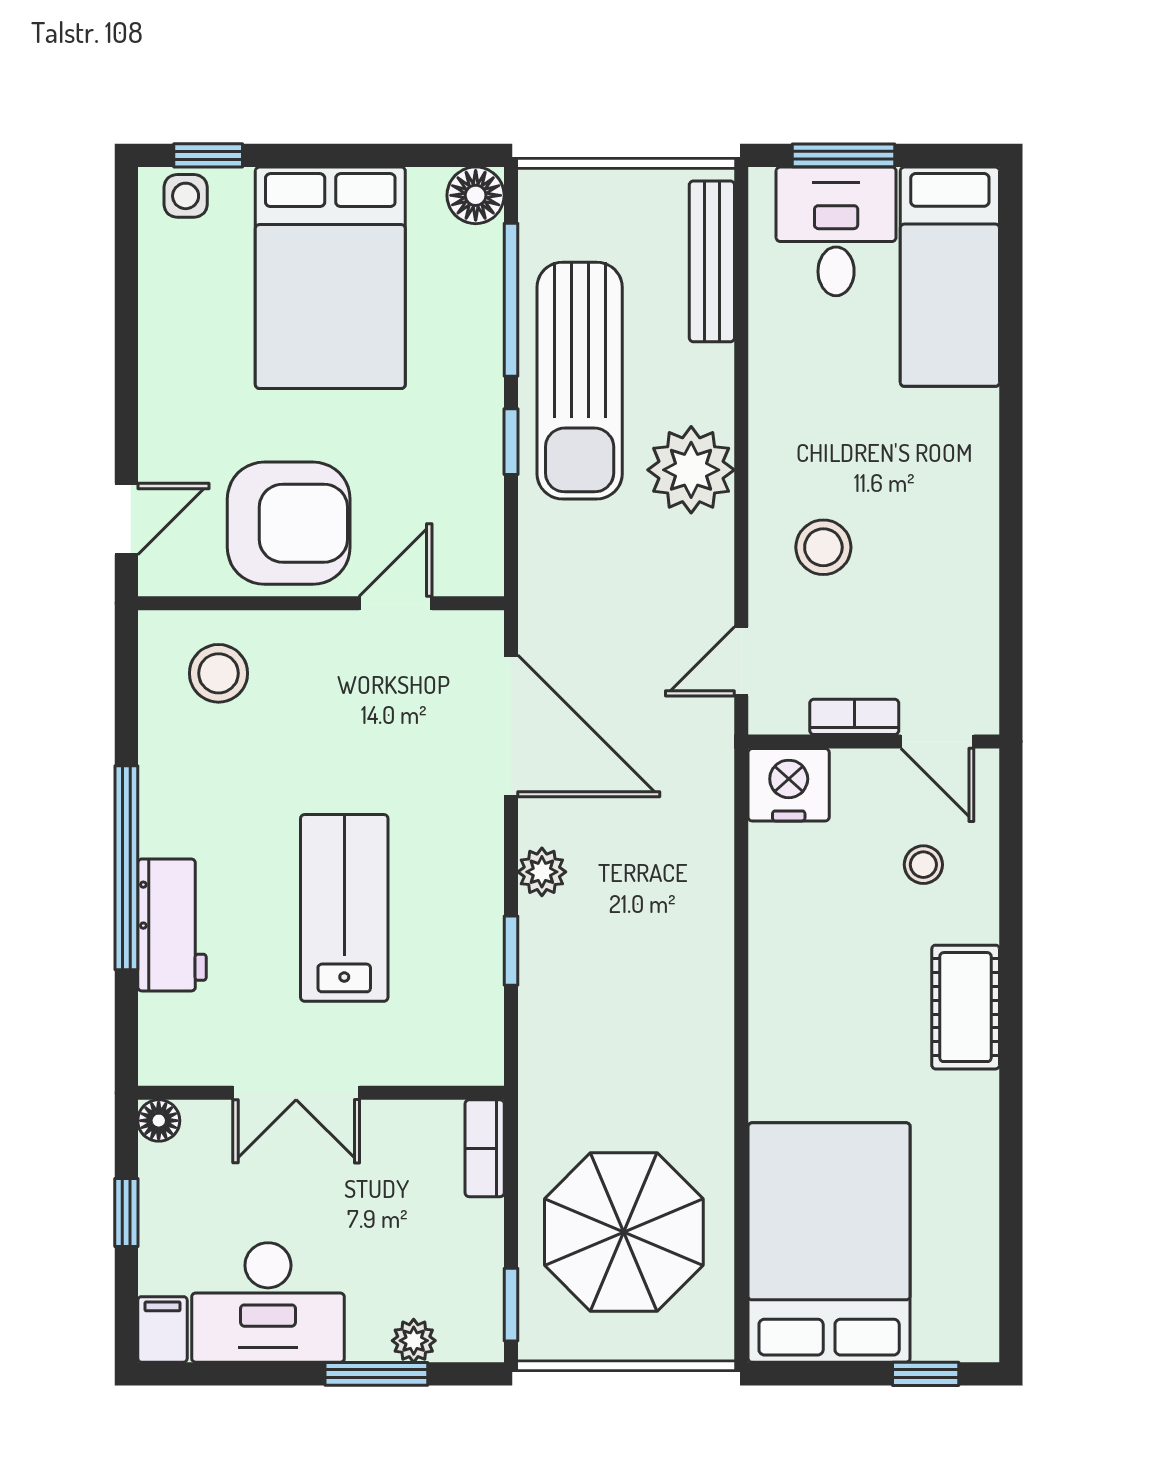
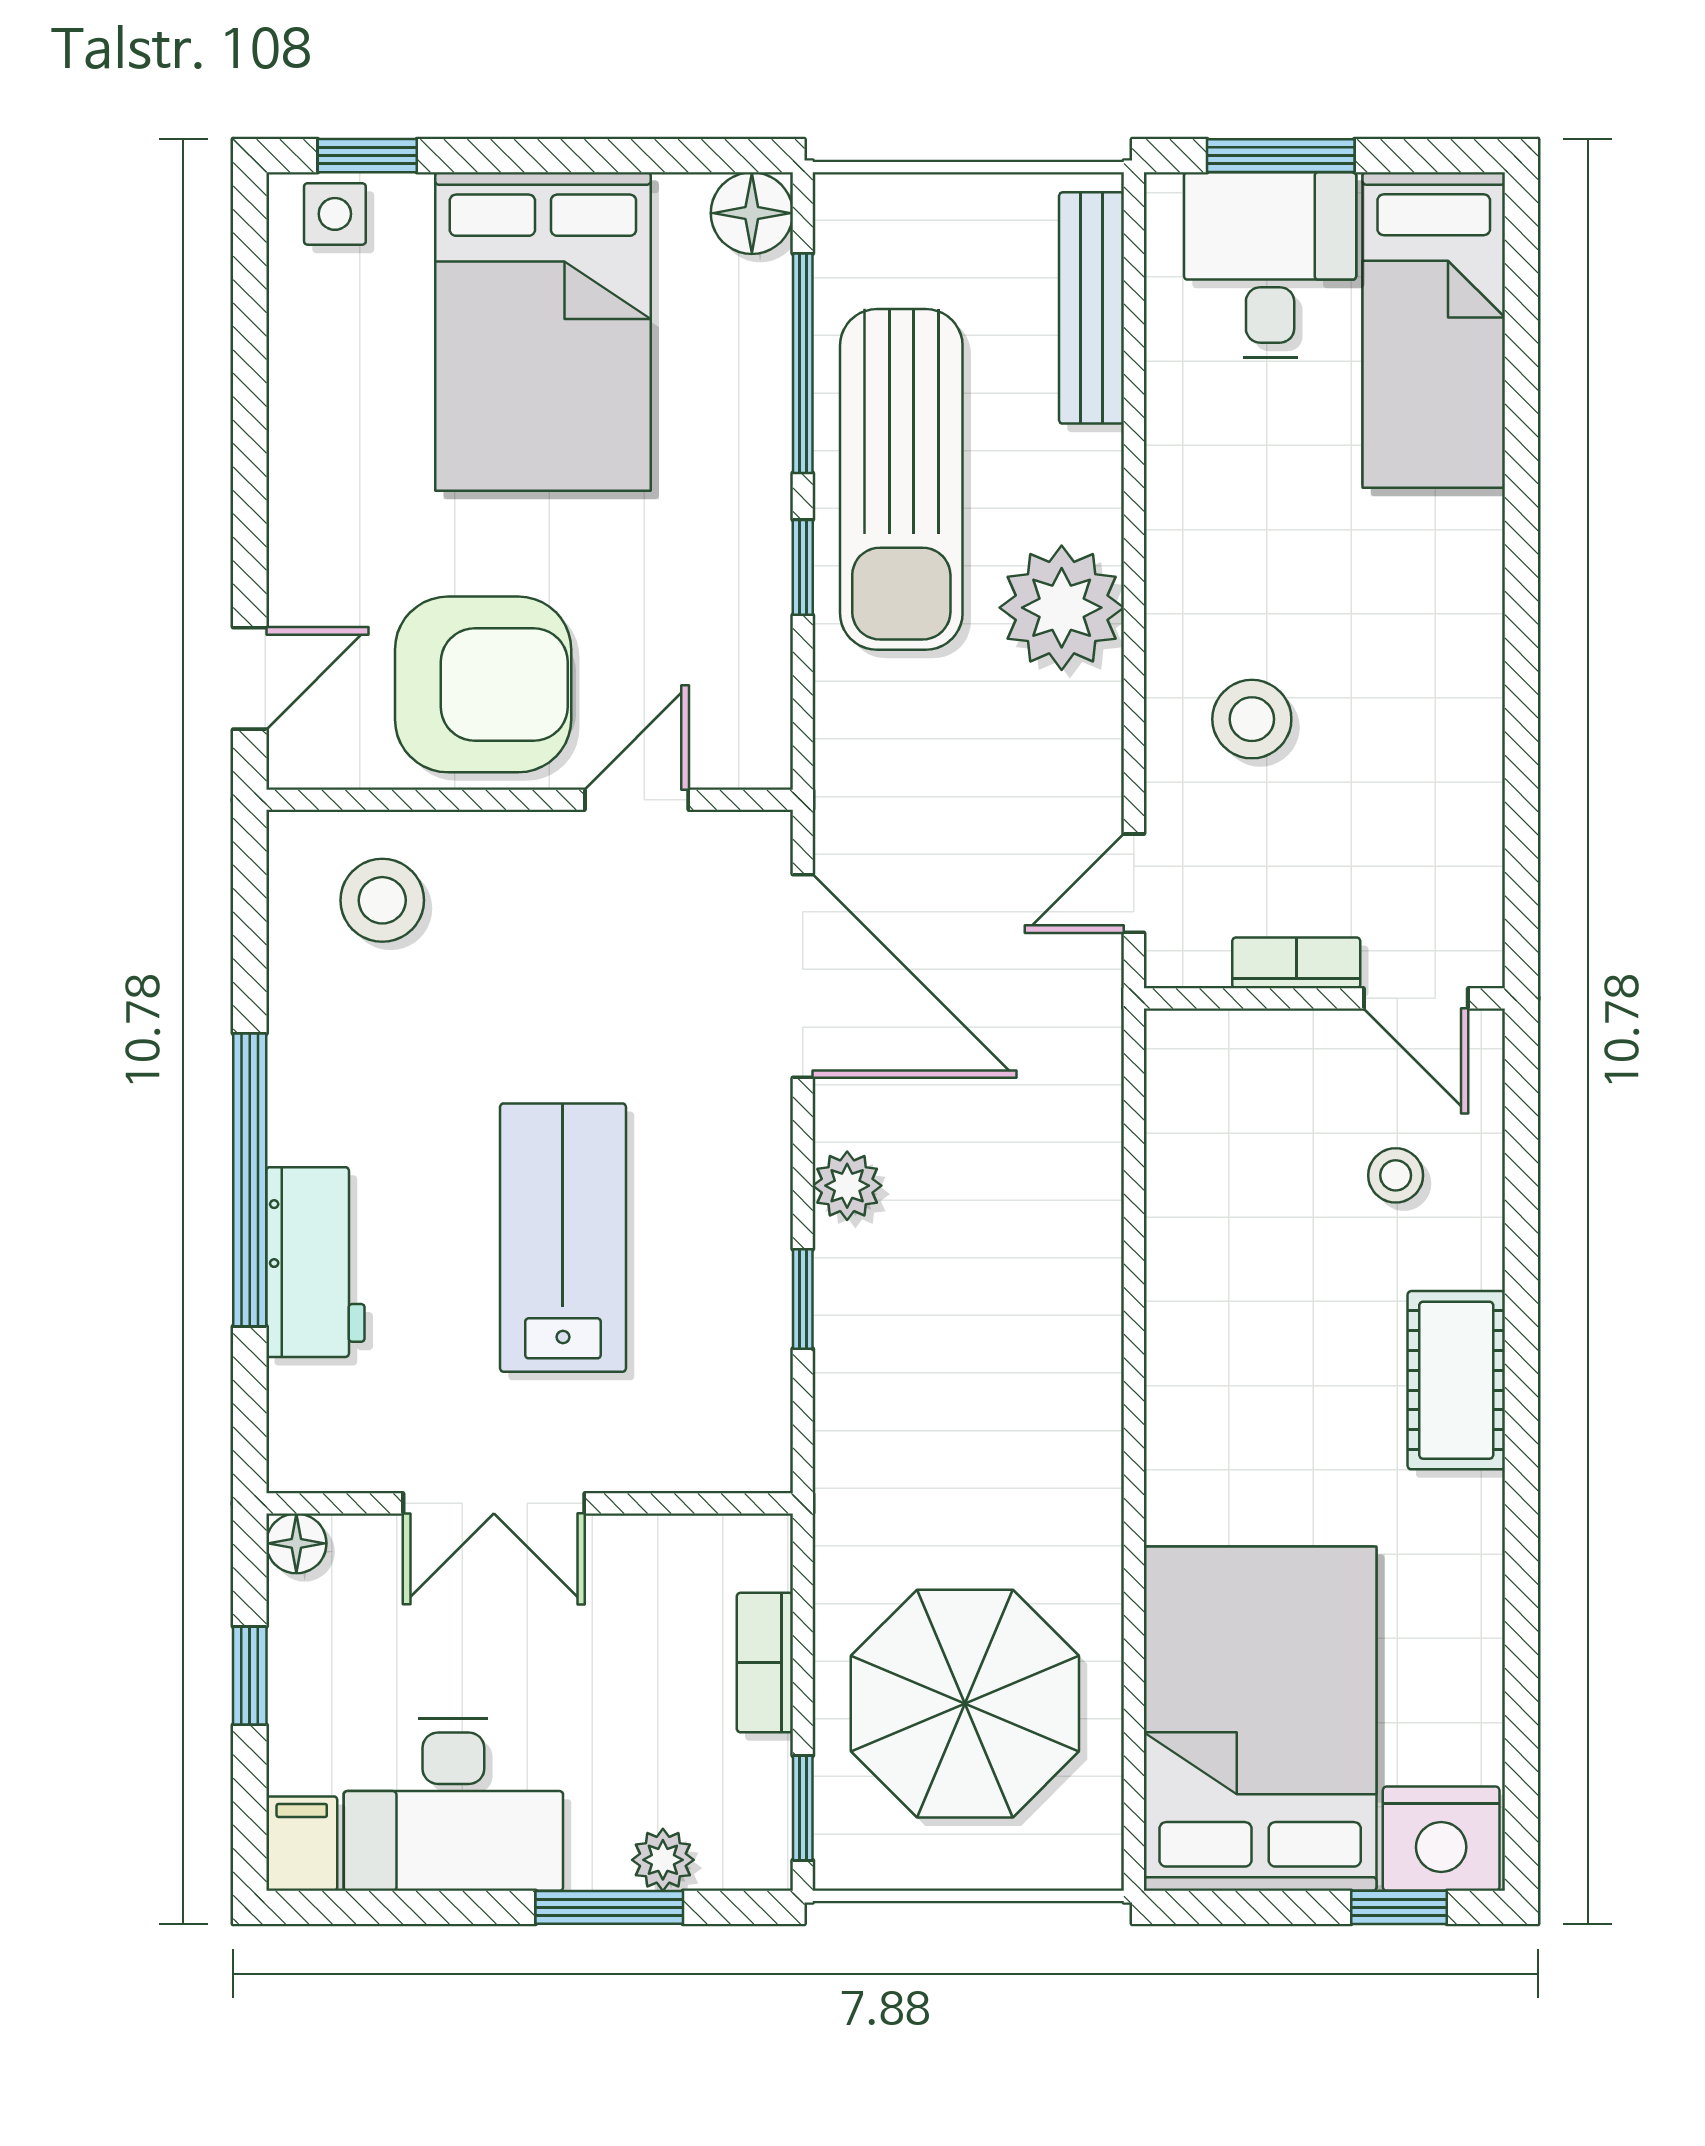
nightstand: (789, 785) -> (1441, 1839), moved, turned 180
bookcase: (485, 1148) -> (765, 1663), moved

